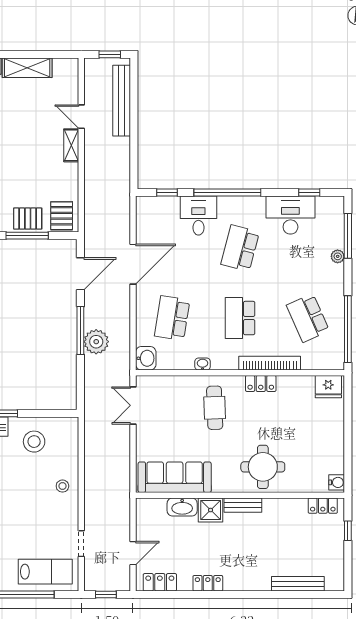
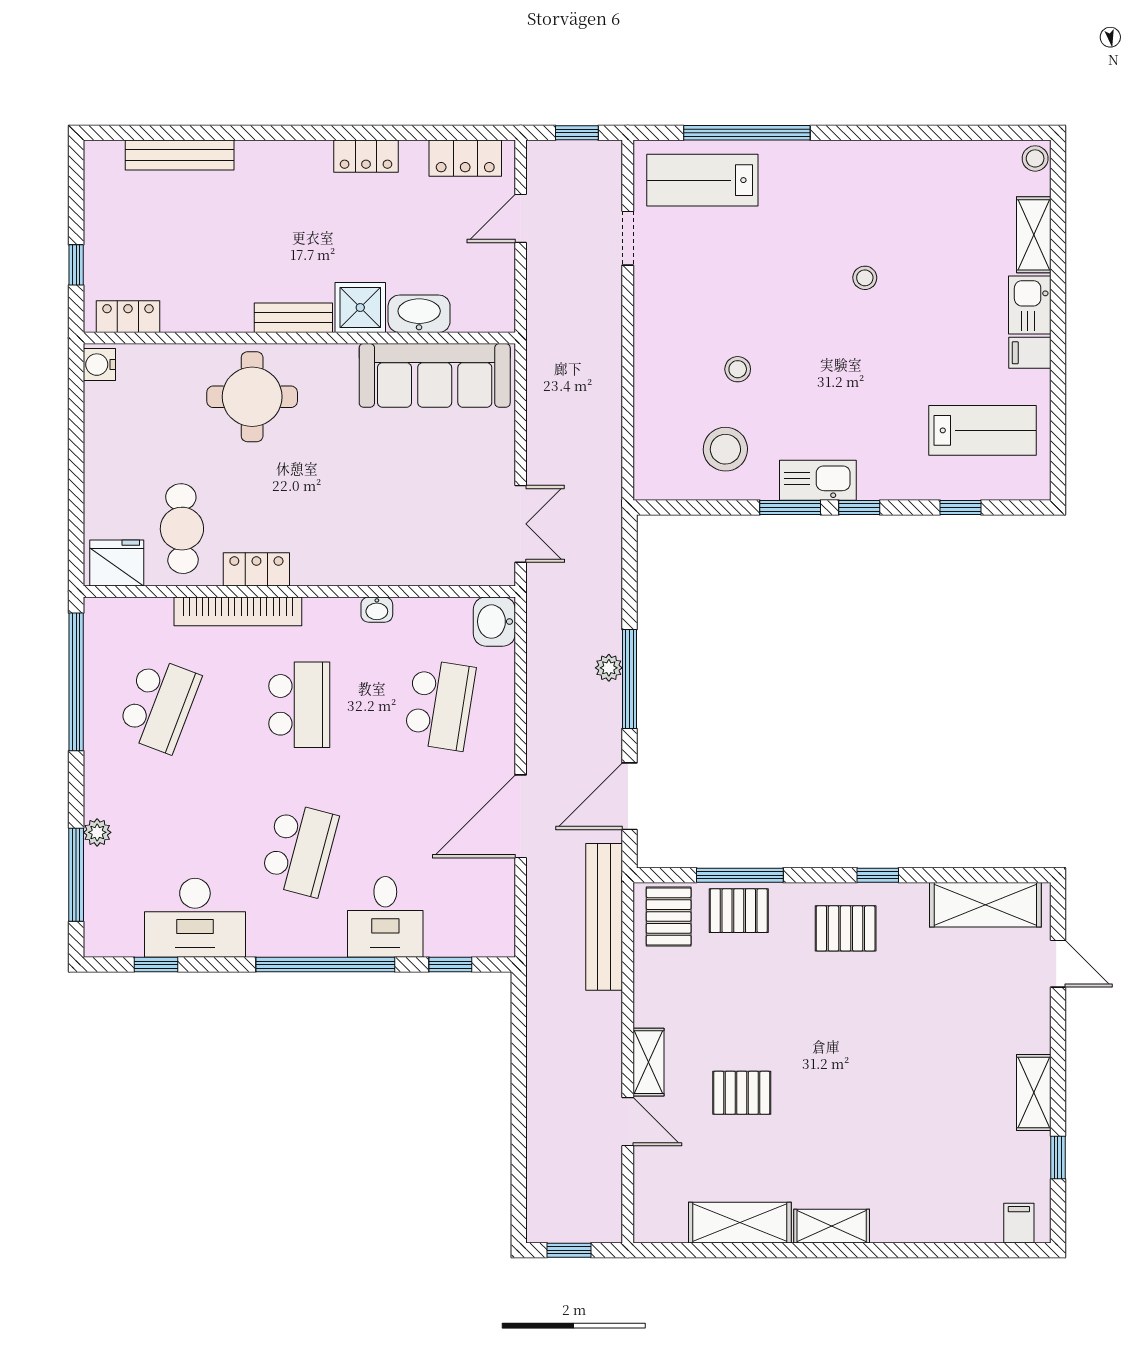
bench: (122, 101) -> (604, 917), moved
pallet: (26, 131) -> (742, 1093), added
school desk: (308, 318) -> (159, 705), turned 45
plant: (96, 342) -> (609, 668), width x0.53, depth x0.53
cafe table: (215, 408) -> (182, 529), moved
stool: (62, 486) -> (738, 369), moved

